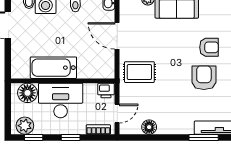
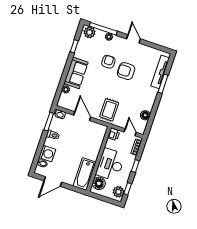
door: (117, 36) -> (82, 116), swing flipped
bathtub: (53, 68) -> (85, 174), moved

